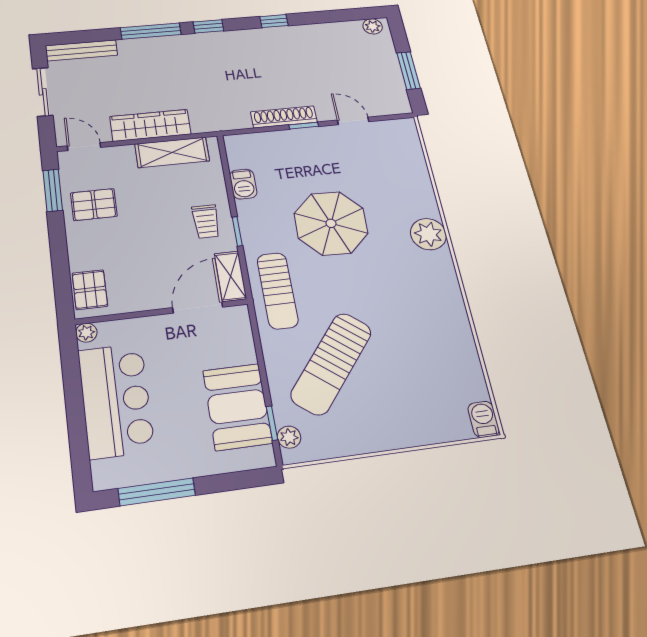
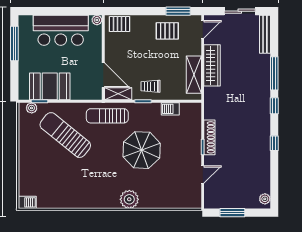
pallet: (94, 205) -> (167, 31), turned 90

